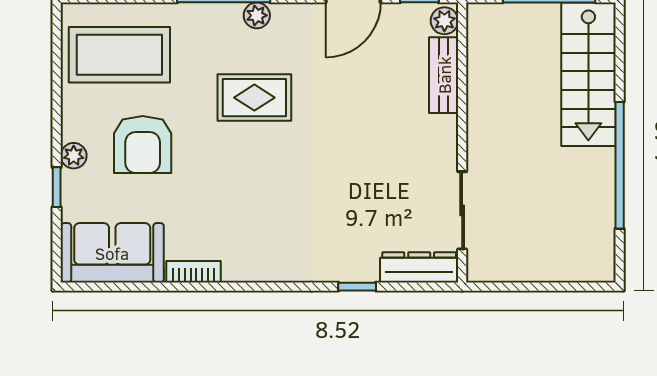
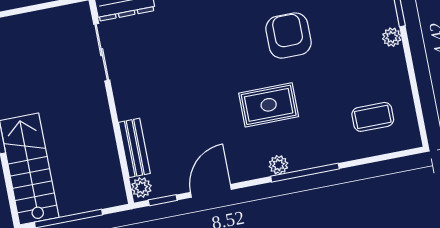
coffee table: (119, 55) -> (373, 117), width x0.54, depth x0.58
armchair: (143, 145) -> (288, 36), moved

